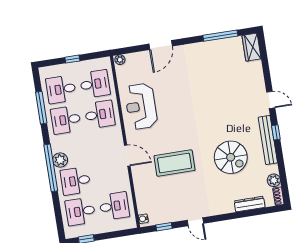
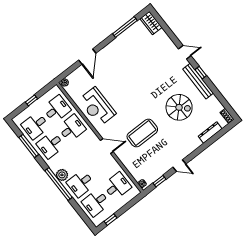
plant: (274, 180) -> (218, 107), removed

